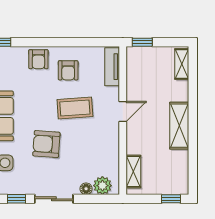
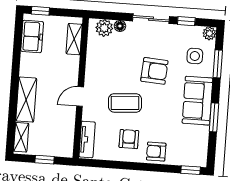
window: (142, 42) -> (45, 160), moved
armchair: (38, 59) -> (156, 152), turned -90
shelving: (179, 126) -> (26, 100), moved
freezer: (178, 171) -> (32, 36), added

